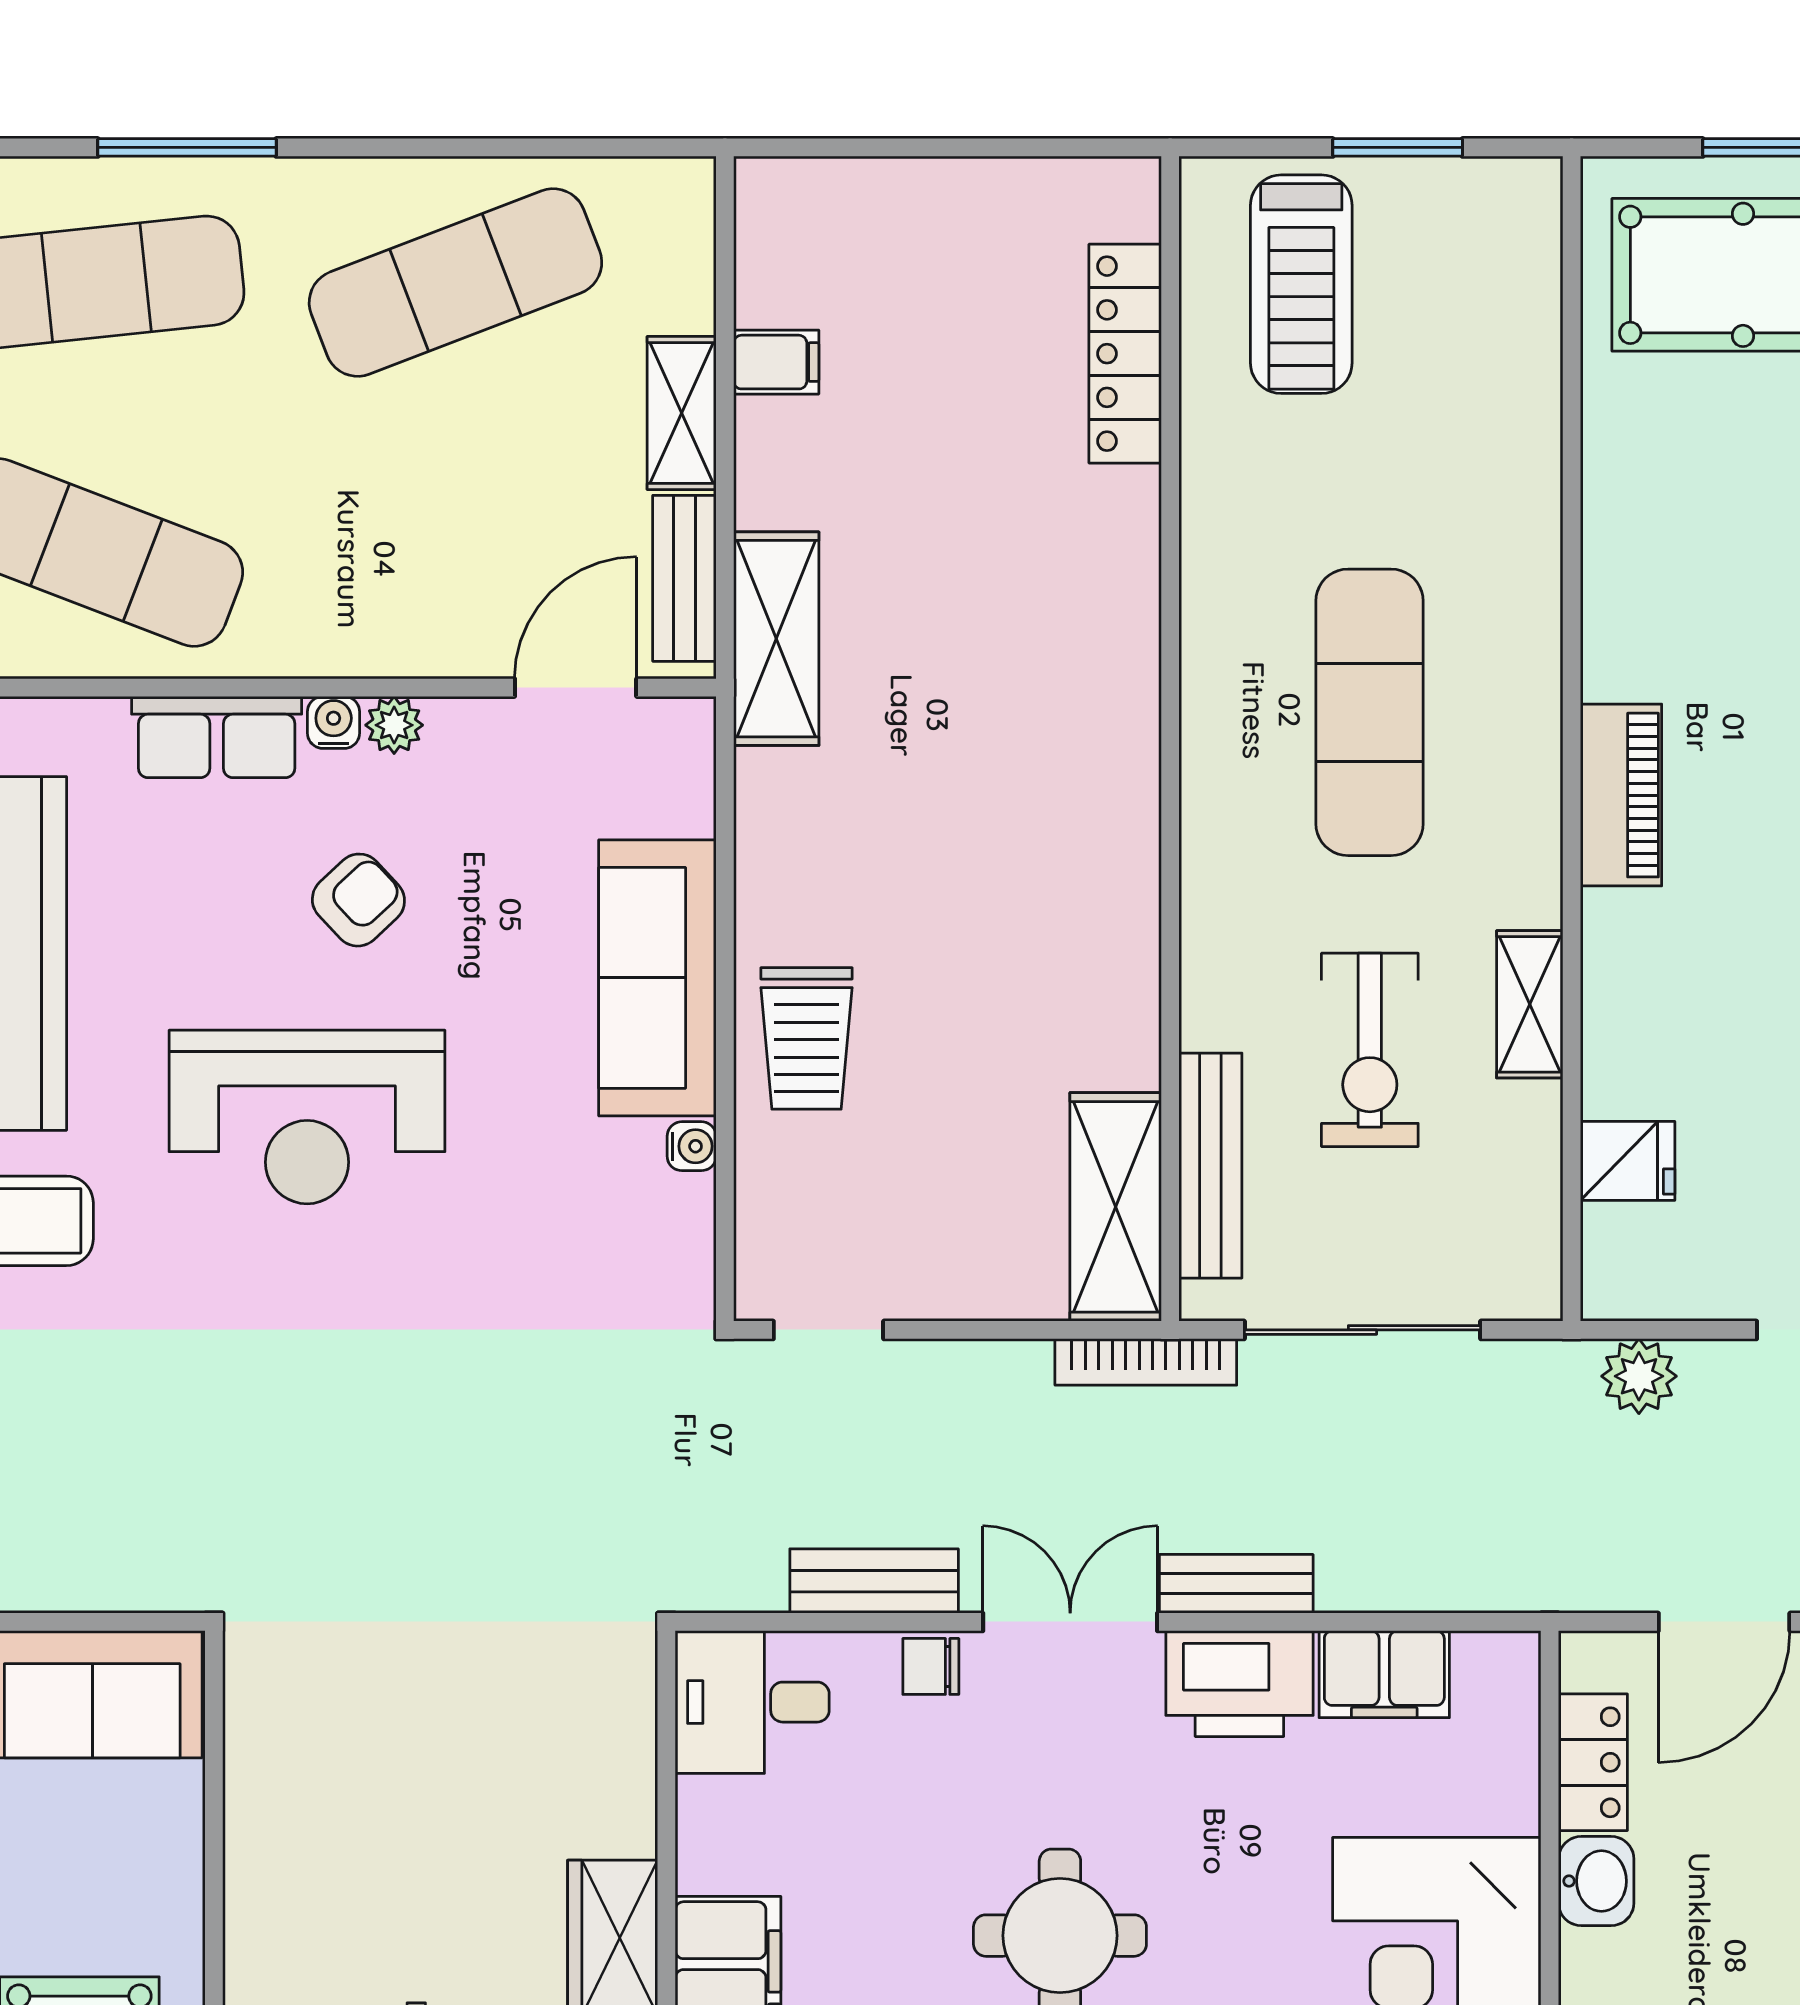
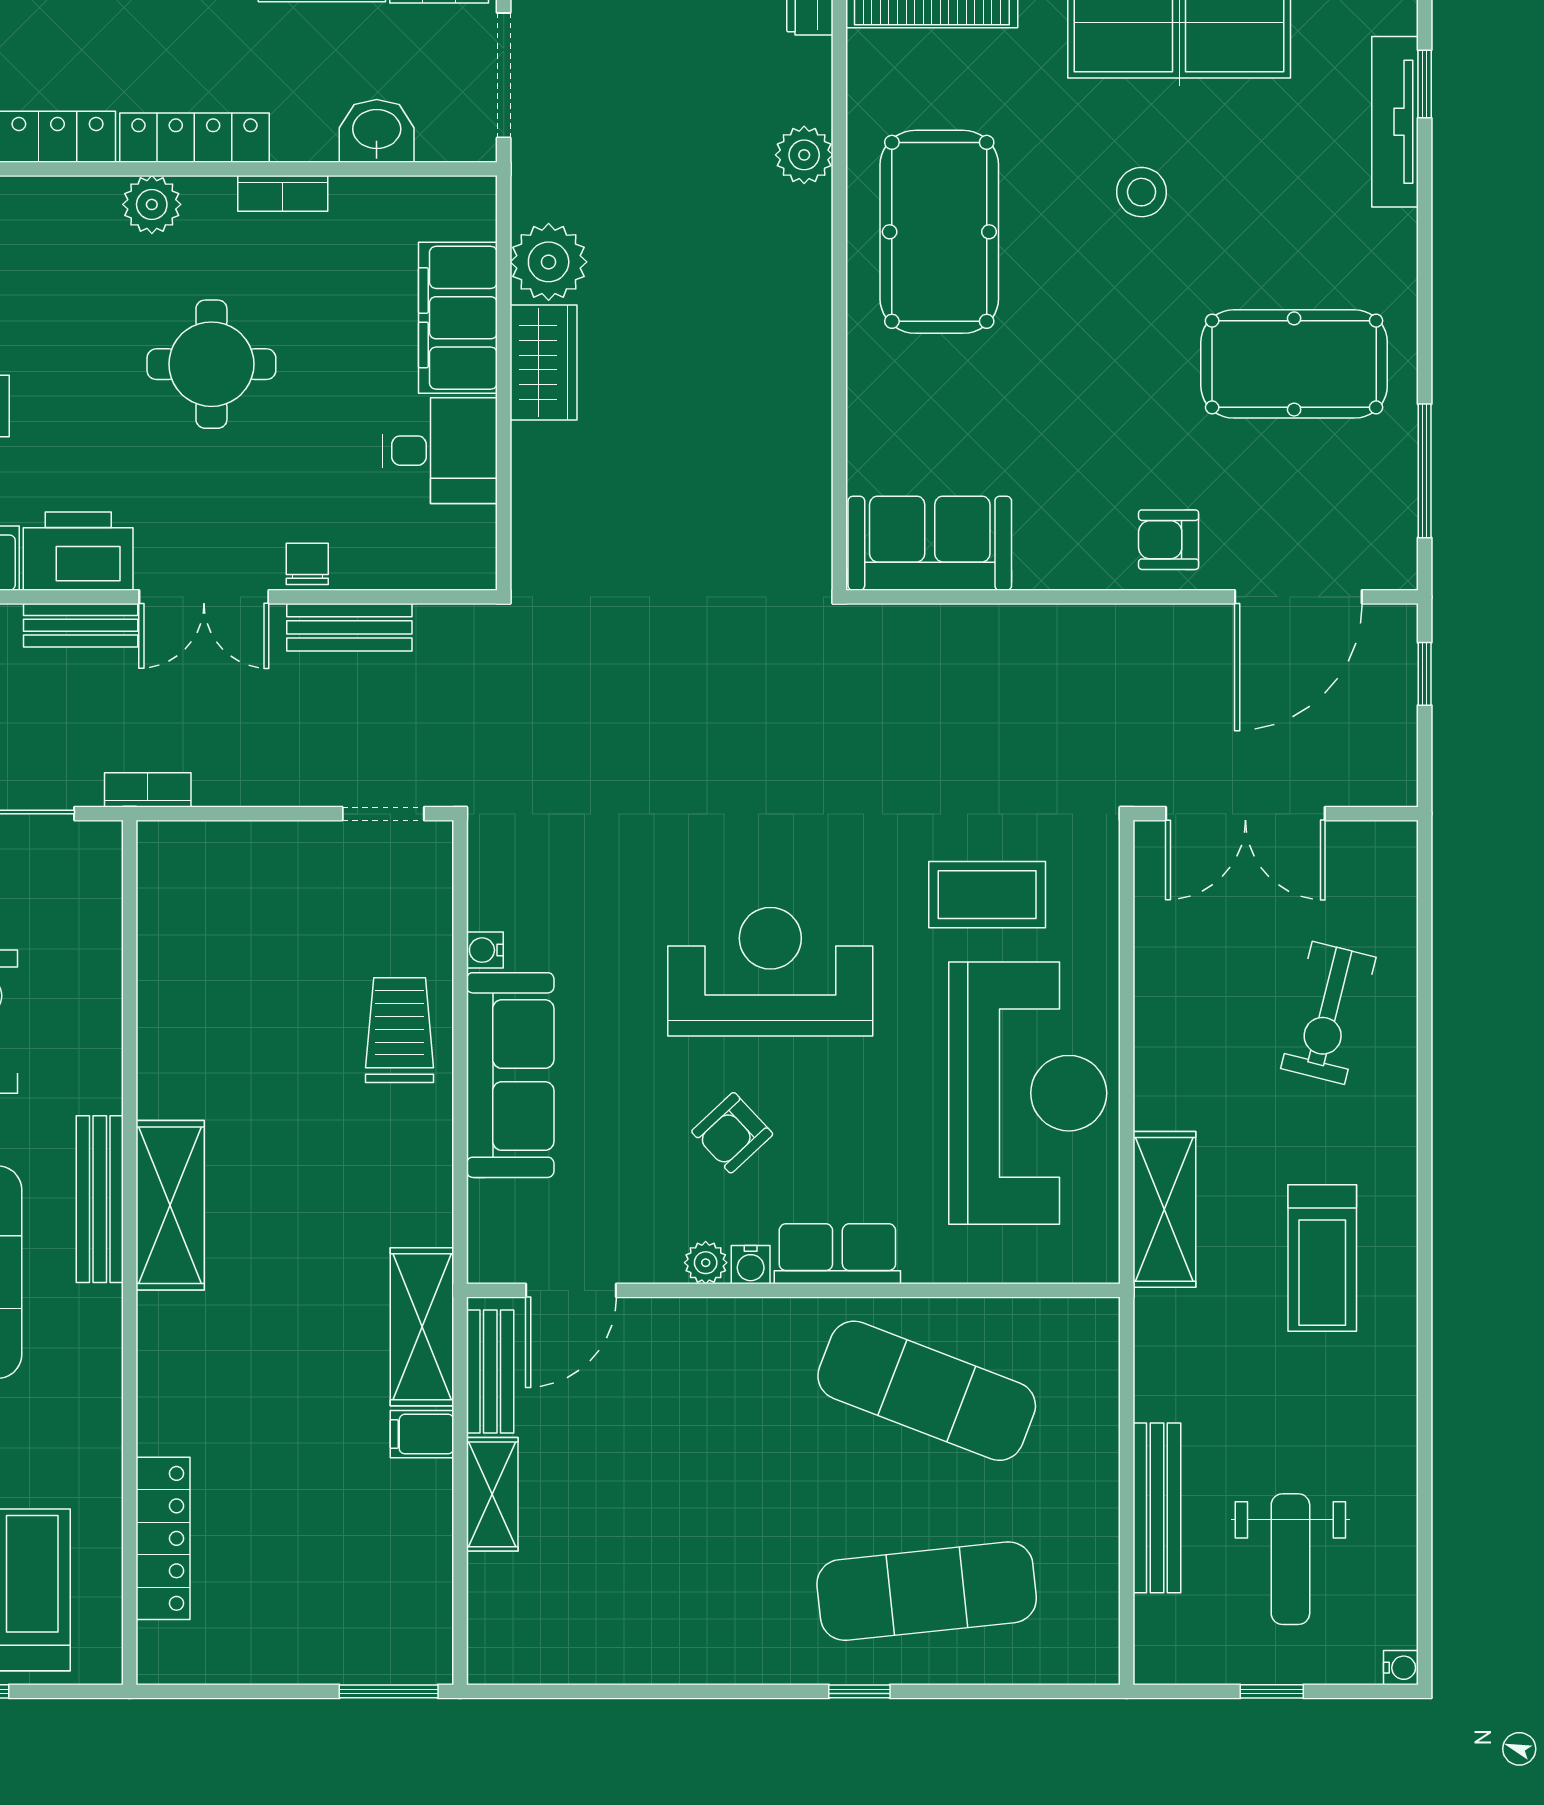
window: (187, 147) -> (859, 1691), width x0.46
window: (821, 147) -> (389, 1691), added
exercise mat: (455, 283) -> (660, 1591), removed
filing cabinet: (776, 362) -> (422, 1434), moved
bench: (1210, 1166) -> (100, 1199), moved
shelving: (1116, 1207) -> (170, 1205), moved
bookcase: (1146, 1362) -> (148, 790), width x0.64
chair: (931, 1666) -> (307, 564), turned -90
desk: (752, 1702) -> (440, 451), moved

